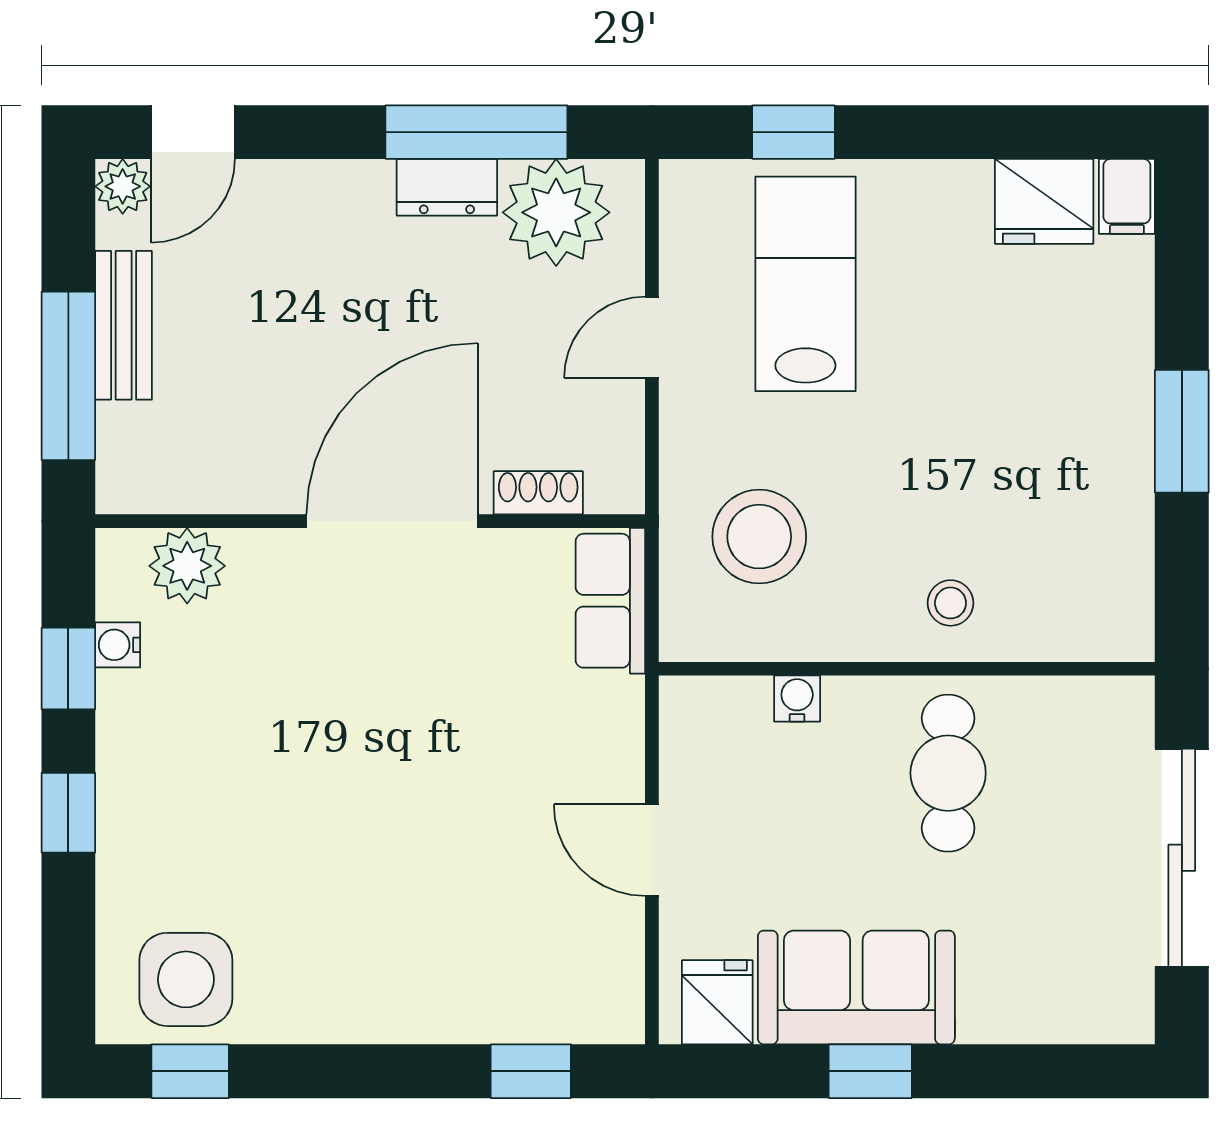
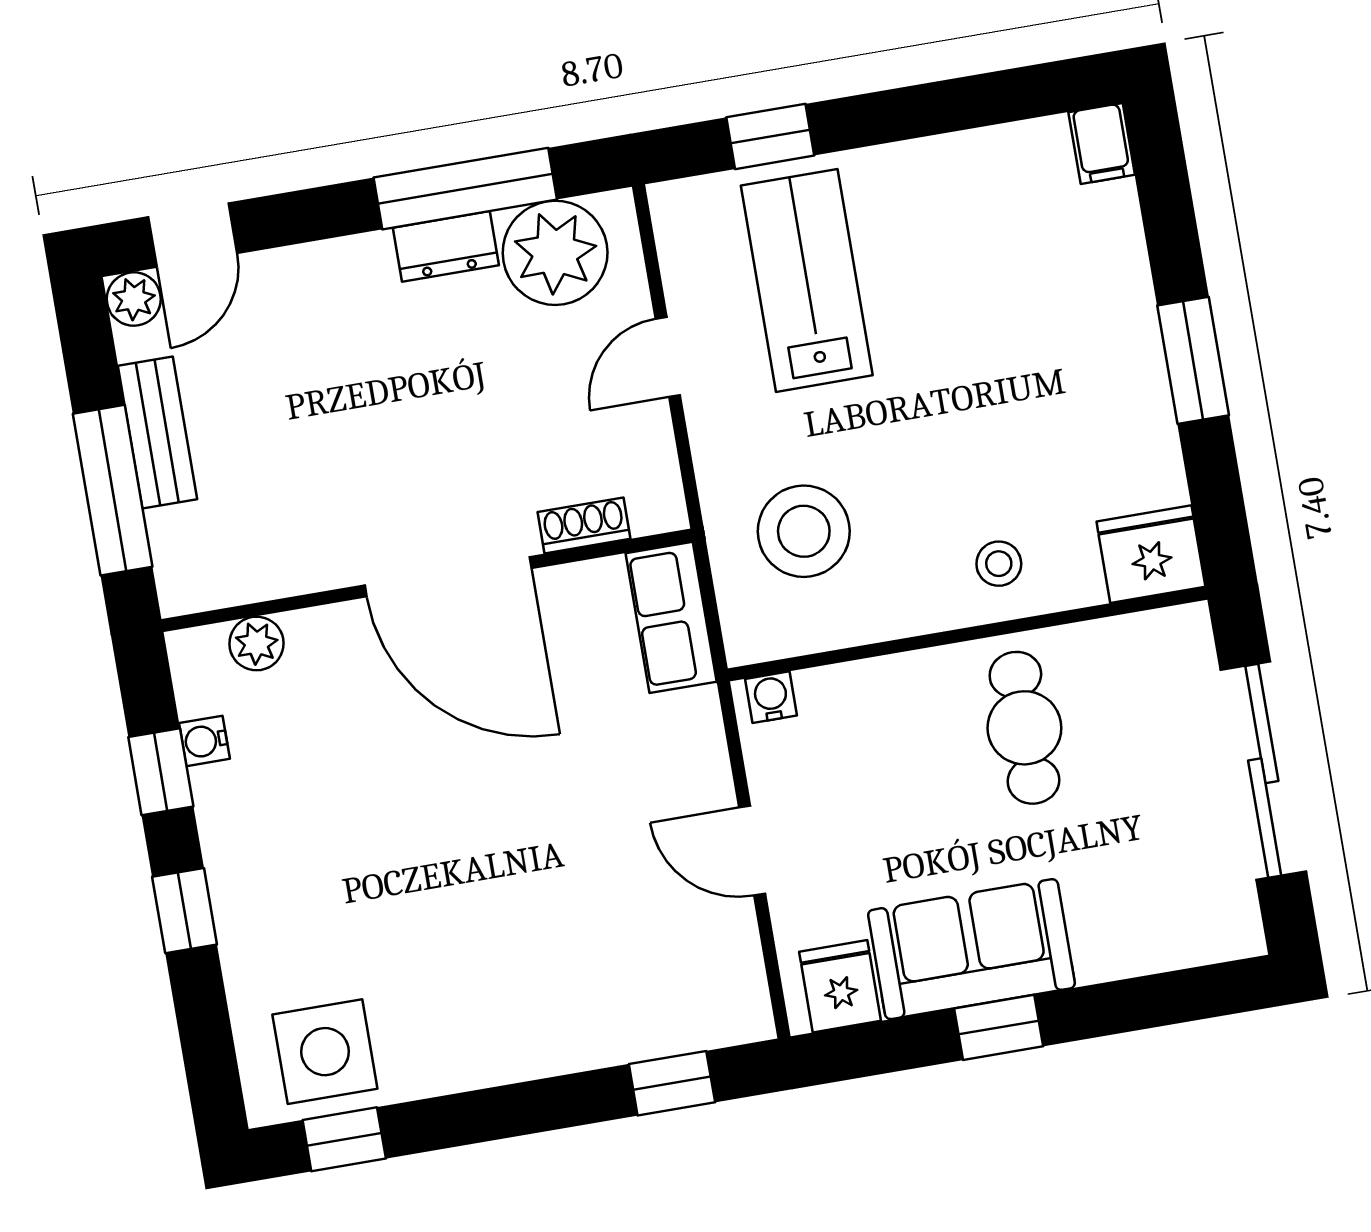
fridge: (1044, 201) -> (1151, 554), moved, turned 180
door: (392, 521) -> (448, 577), swing flipped
plant: (187, 566) -> (256, 643), width x0.73, depth x0.73
water cooler: (797, 698) -> (771, 697), moved

